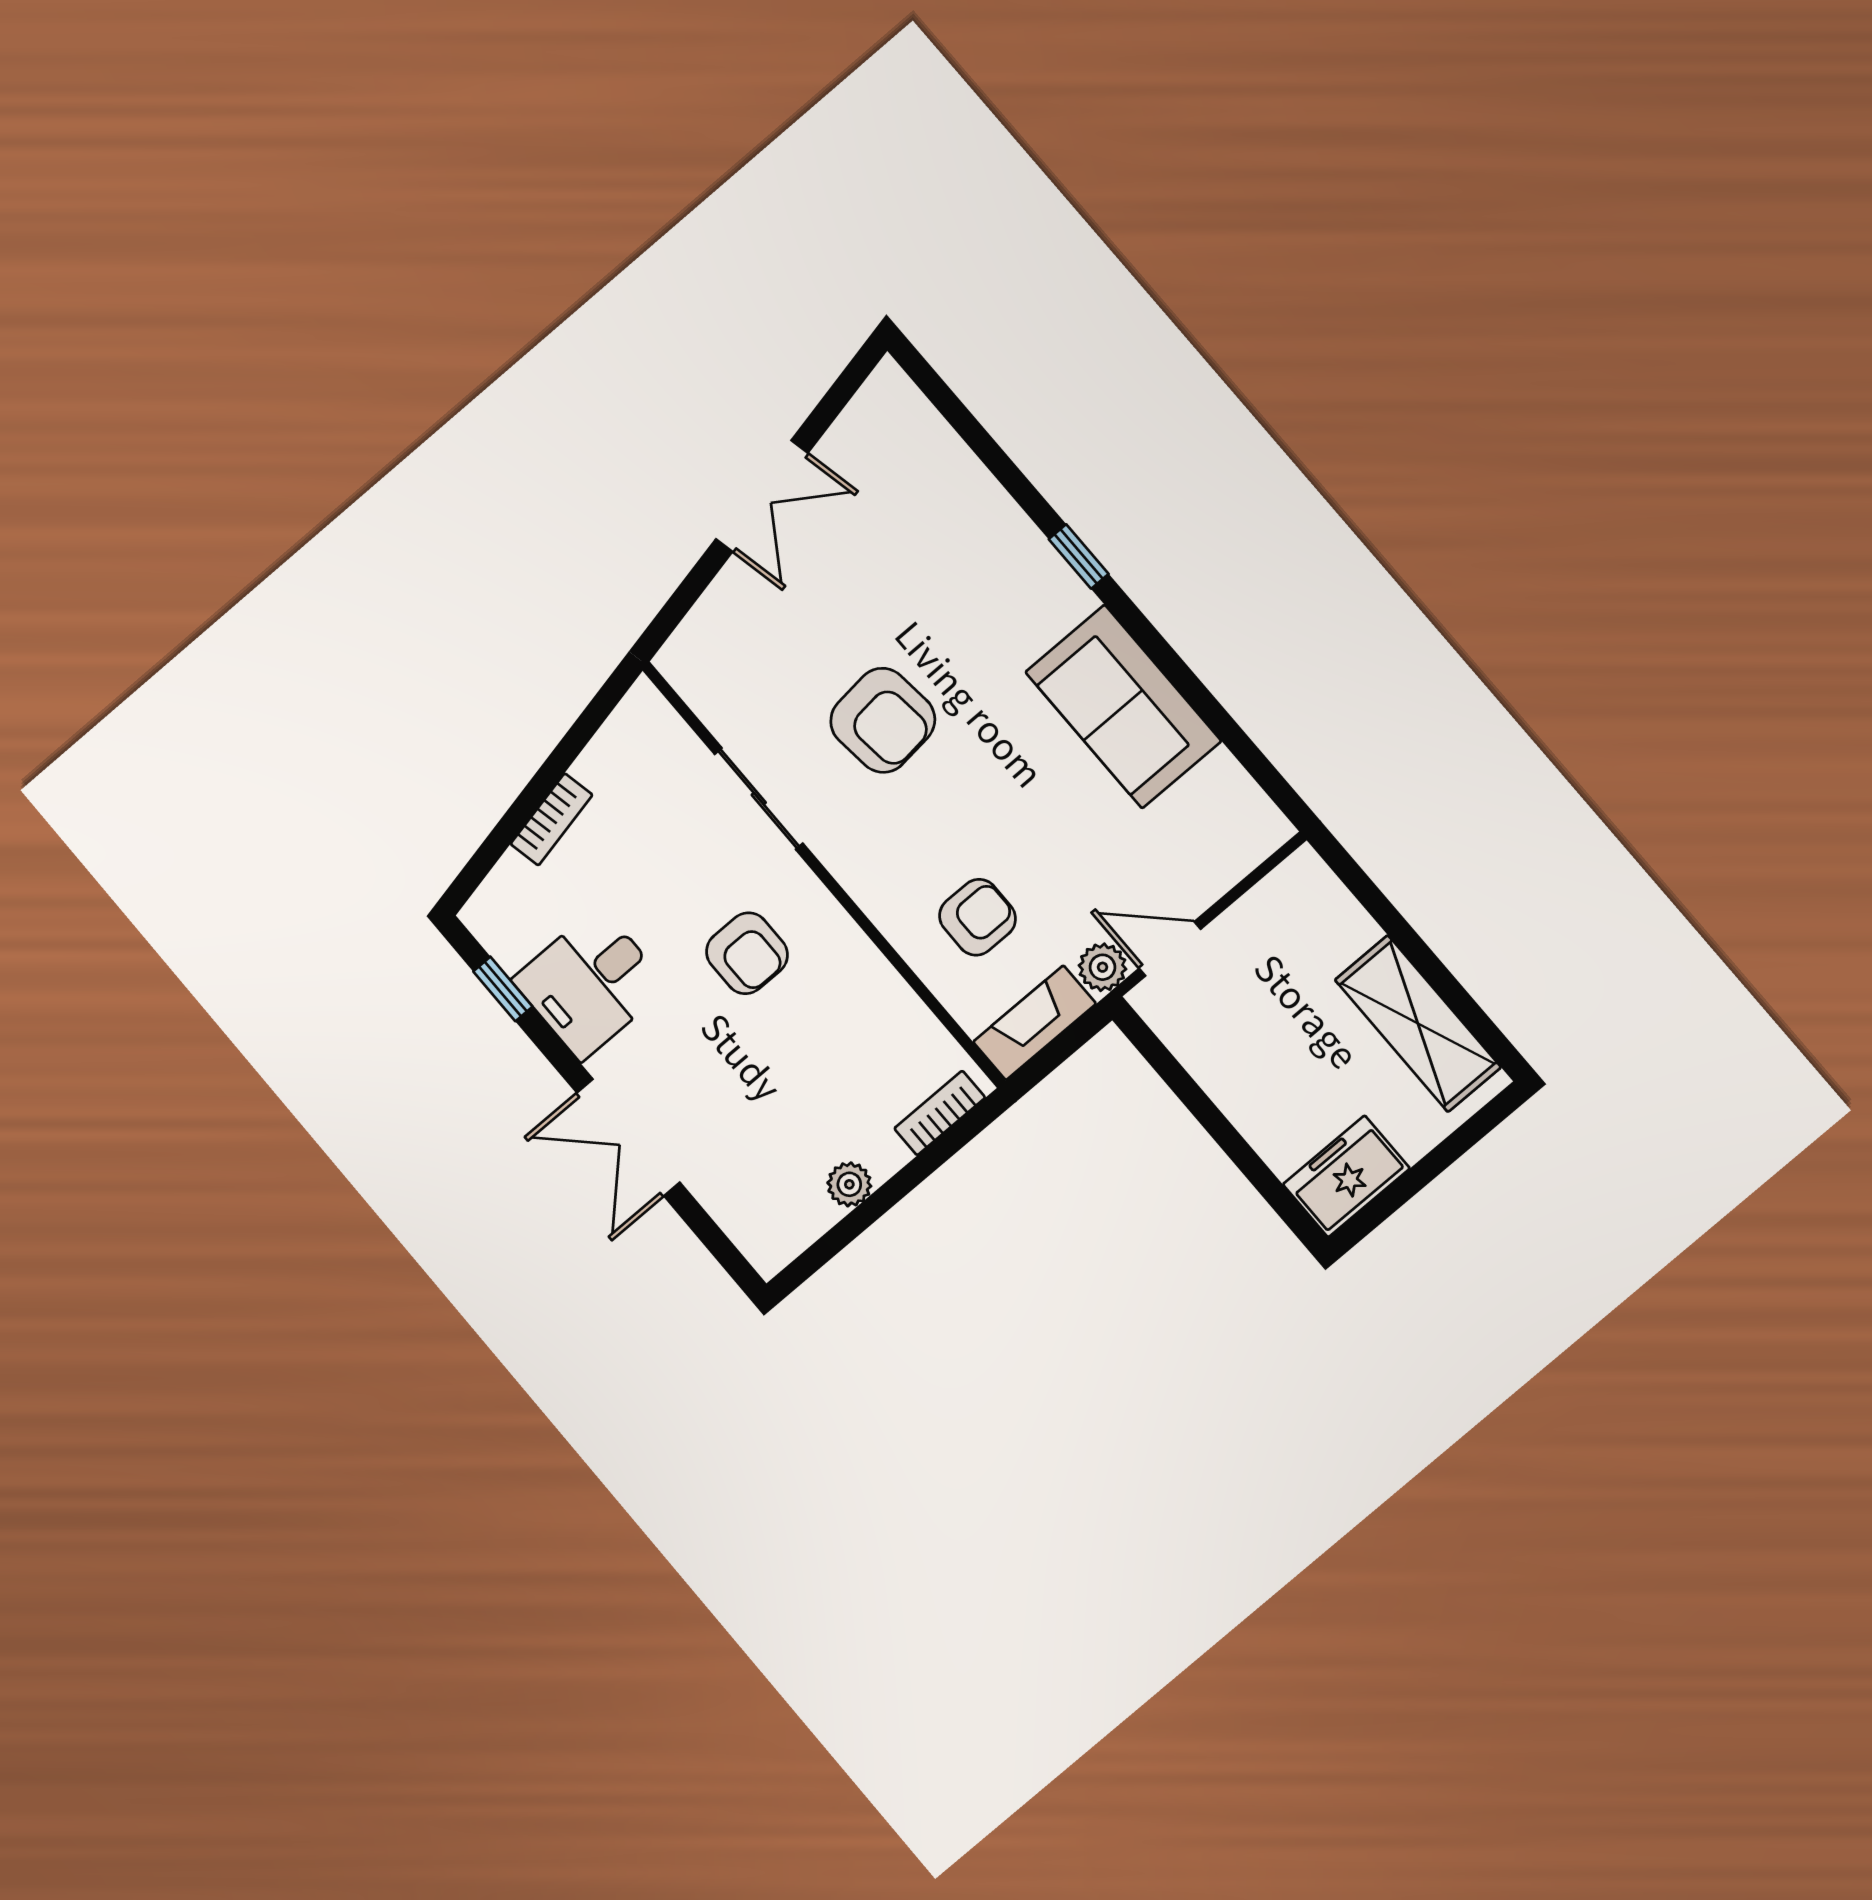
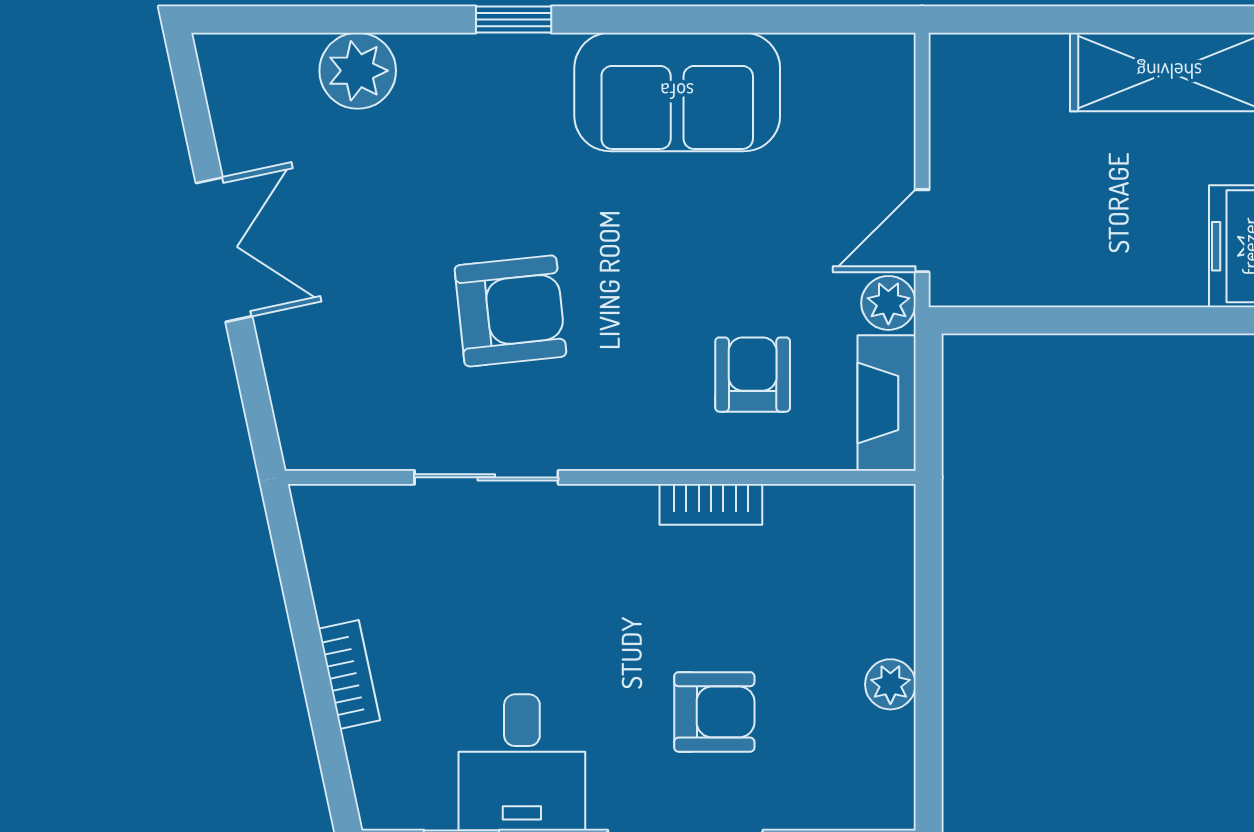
plant: (956, 483) -> (358, 71), added
armchair: (747, 953) -> (714, 712), moved
bookcase: (940, 1113) -> (711, 504), moved, turned -90

